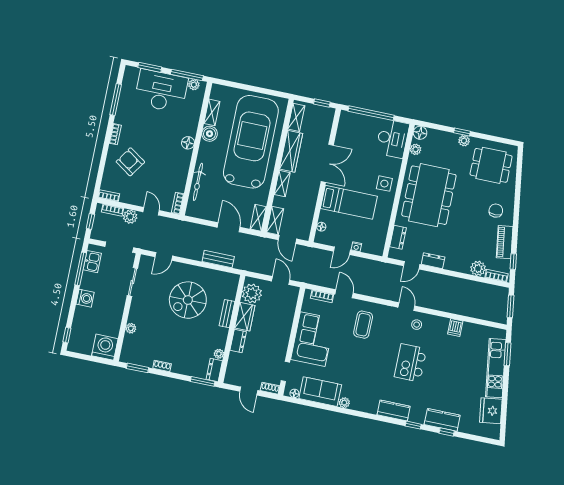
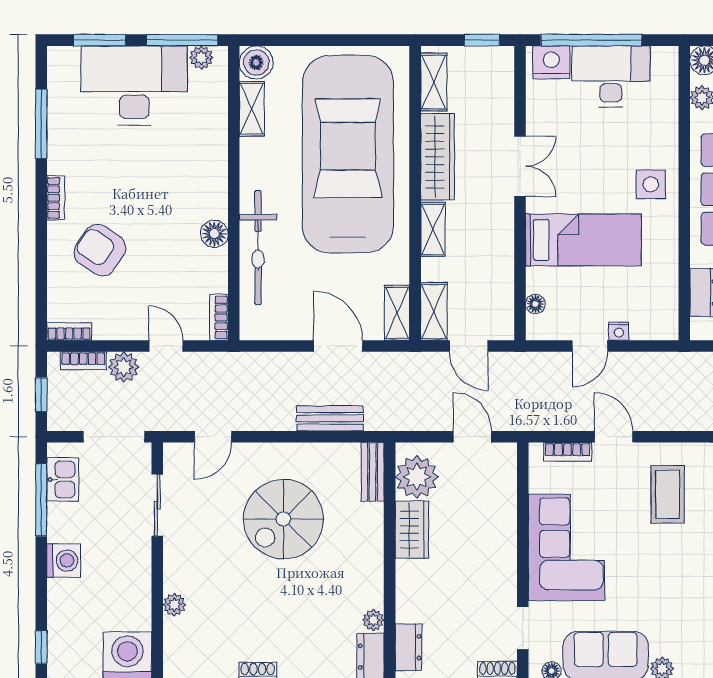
nightstand: (351, 119) -> (551, 62), added
boiler: (210, 134) -> (256, 62), moved
desk: (392, 139) -> (611, 76), moved, turned -90
floor lamp: (188, 143) -> (214, 234), moved
double door: (327, 163) -> (520, 166), width x0.73
bicycle: (198, 182) -> (258, 248), width x1.37, depth x1.40
bench: (227, 314) -> (373, 472), moved
dresser: (238, 341) -> (409, 647), moved

